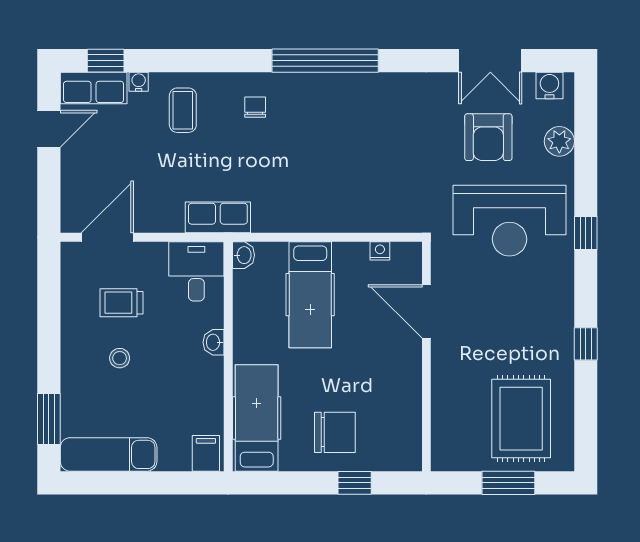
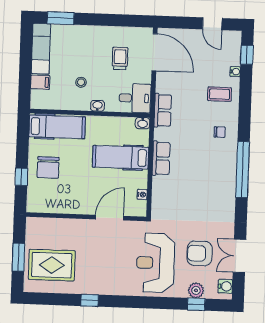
row of seats: (94, 88) -> (161, 158), moved, turned 180
window: (586, 233) -> (196, 304), moved
door: (107, 237) -> (154, 52), width x1.36
stool: (120, 358) -> (81, 82), moved
filing cabinet: (206, 453) -> (40, 82), moved

